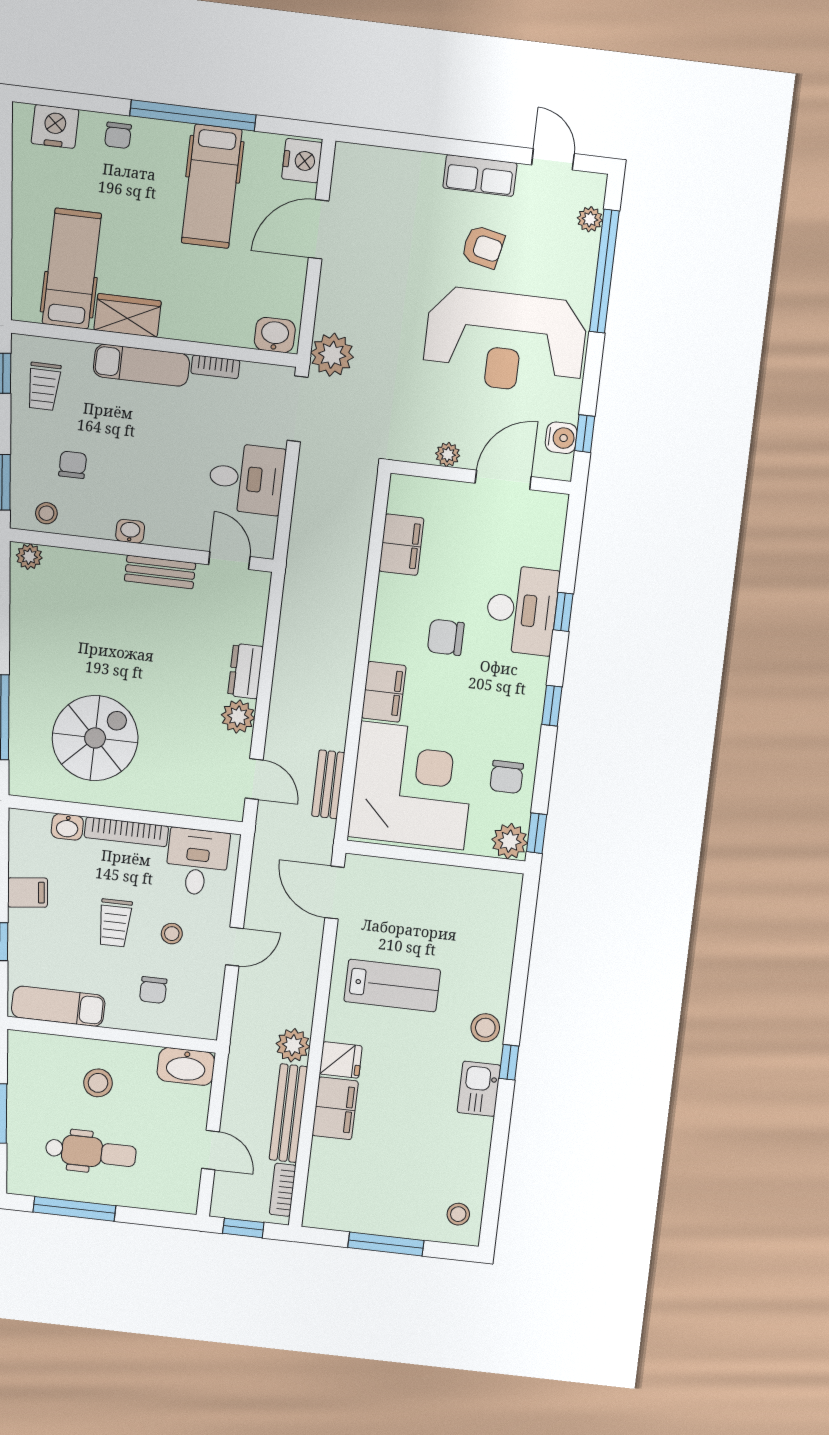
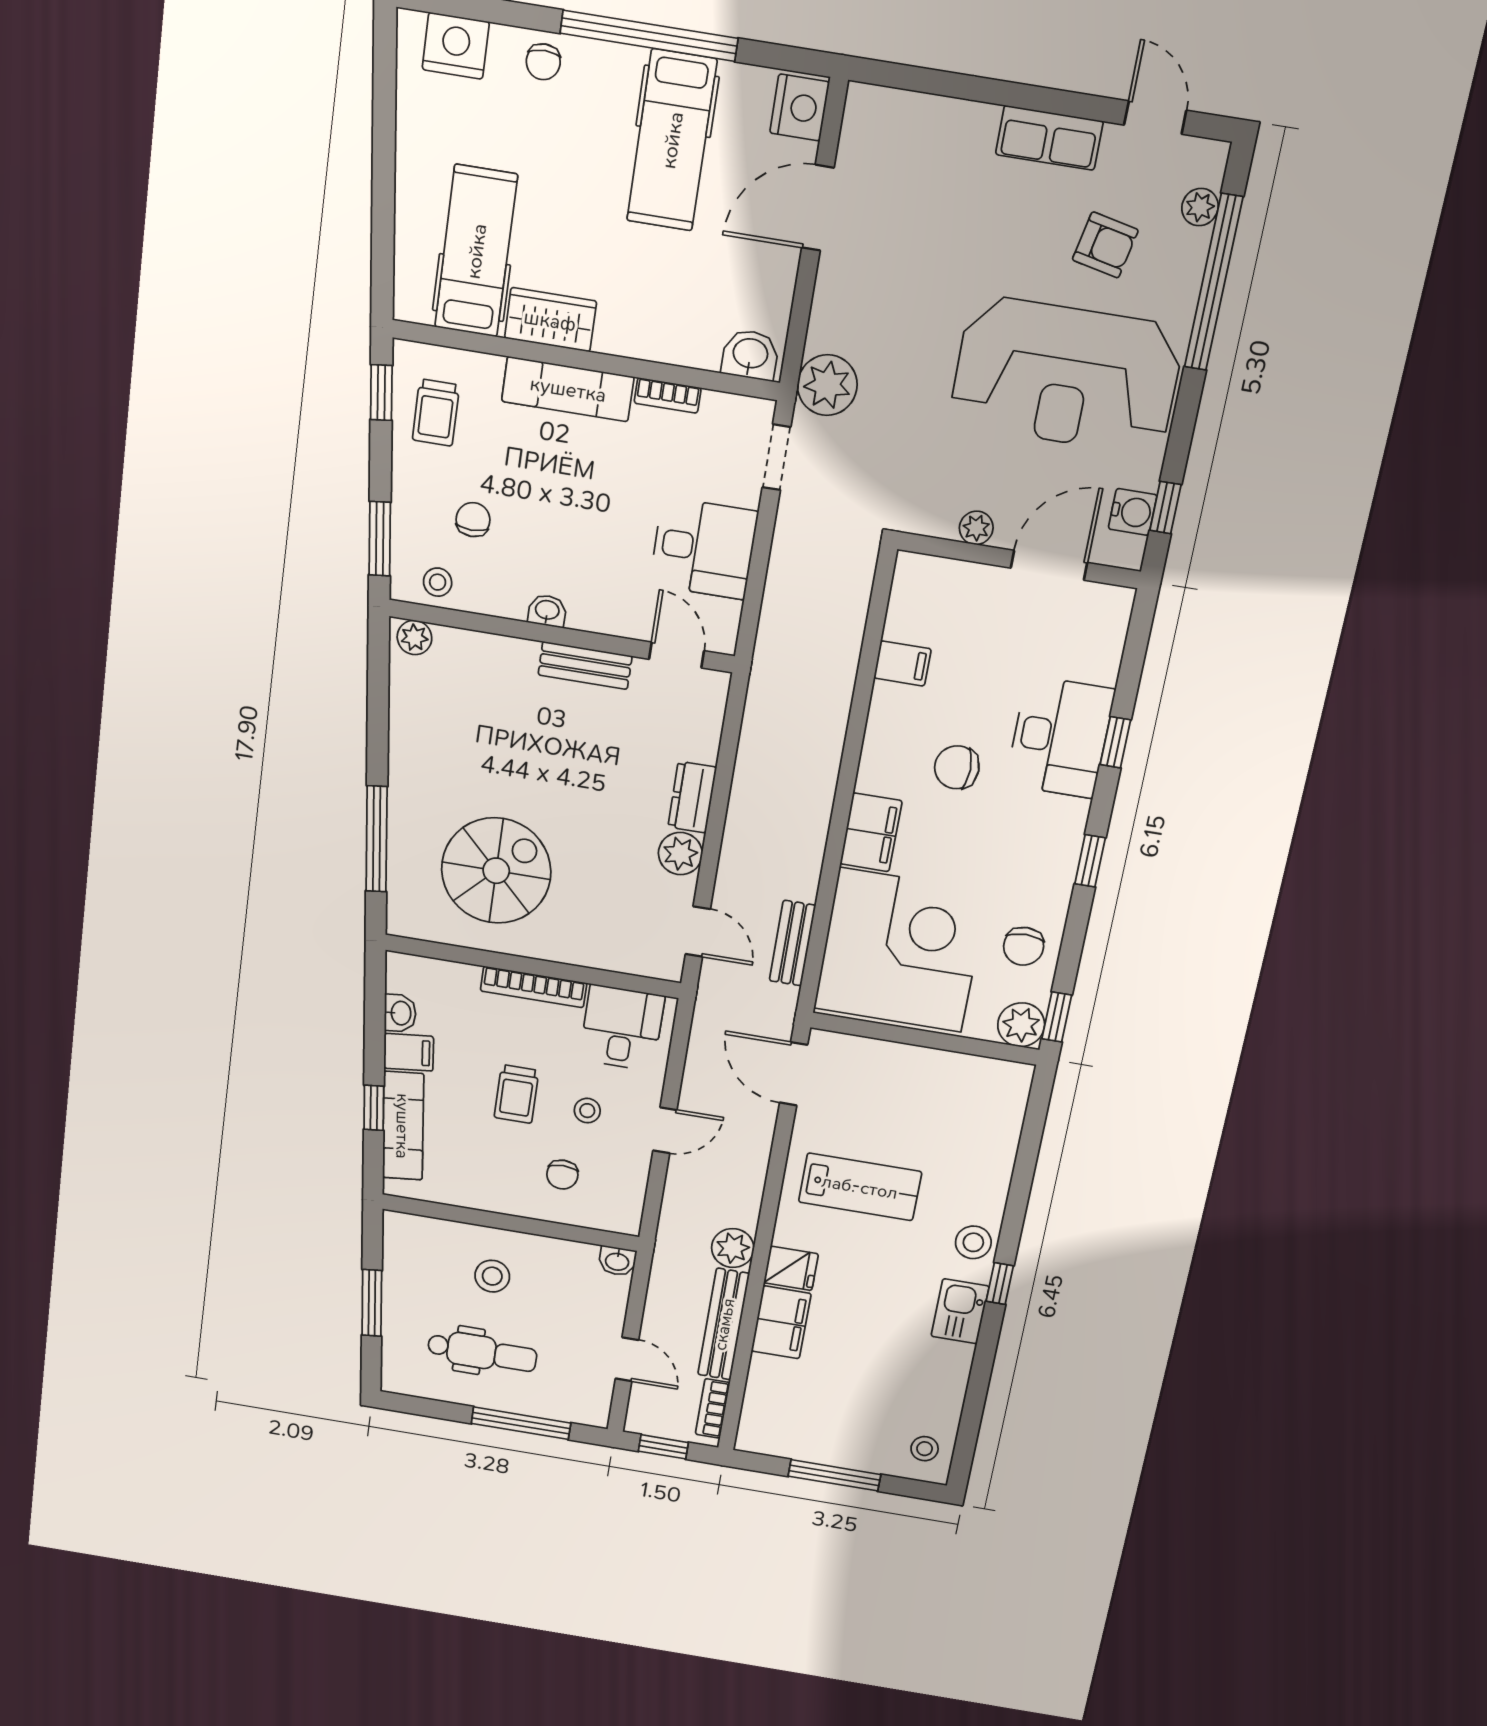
armchair: (483, 247) -> (1105, 245), moved
doorway: (298, 409) -> (776, 457), width x0.73
filing cabinet: (401, 545) -> (903, 663), width x0.50
washbasin: (67, 827) -> (400, 1013), moved, turned -96
exam couch: (58, 1006) -> (403, 1126), moved, turned 84
washbasin: (186, 1066) -> (617, 1261), width x0.52, depth x0.69
window: (74, 1209) -> (521, 1423), moved

